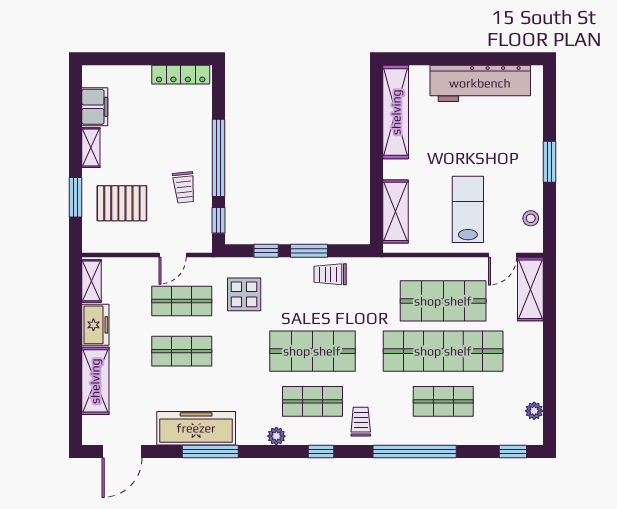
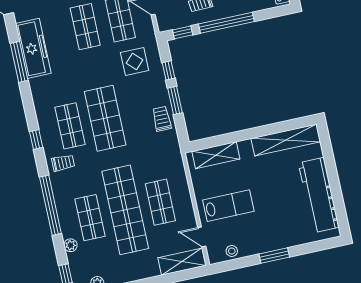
shop shelf: (443, 301) -> (160, 202), width x0.70, depth x0.74
plant: (276, 436) -> (70, 245), moved

